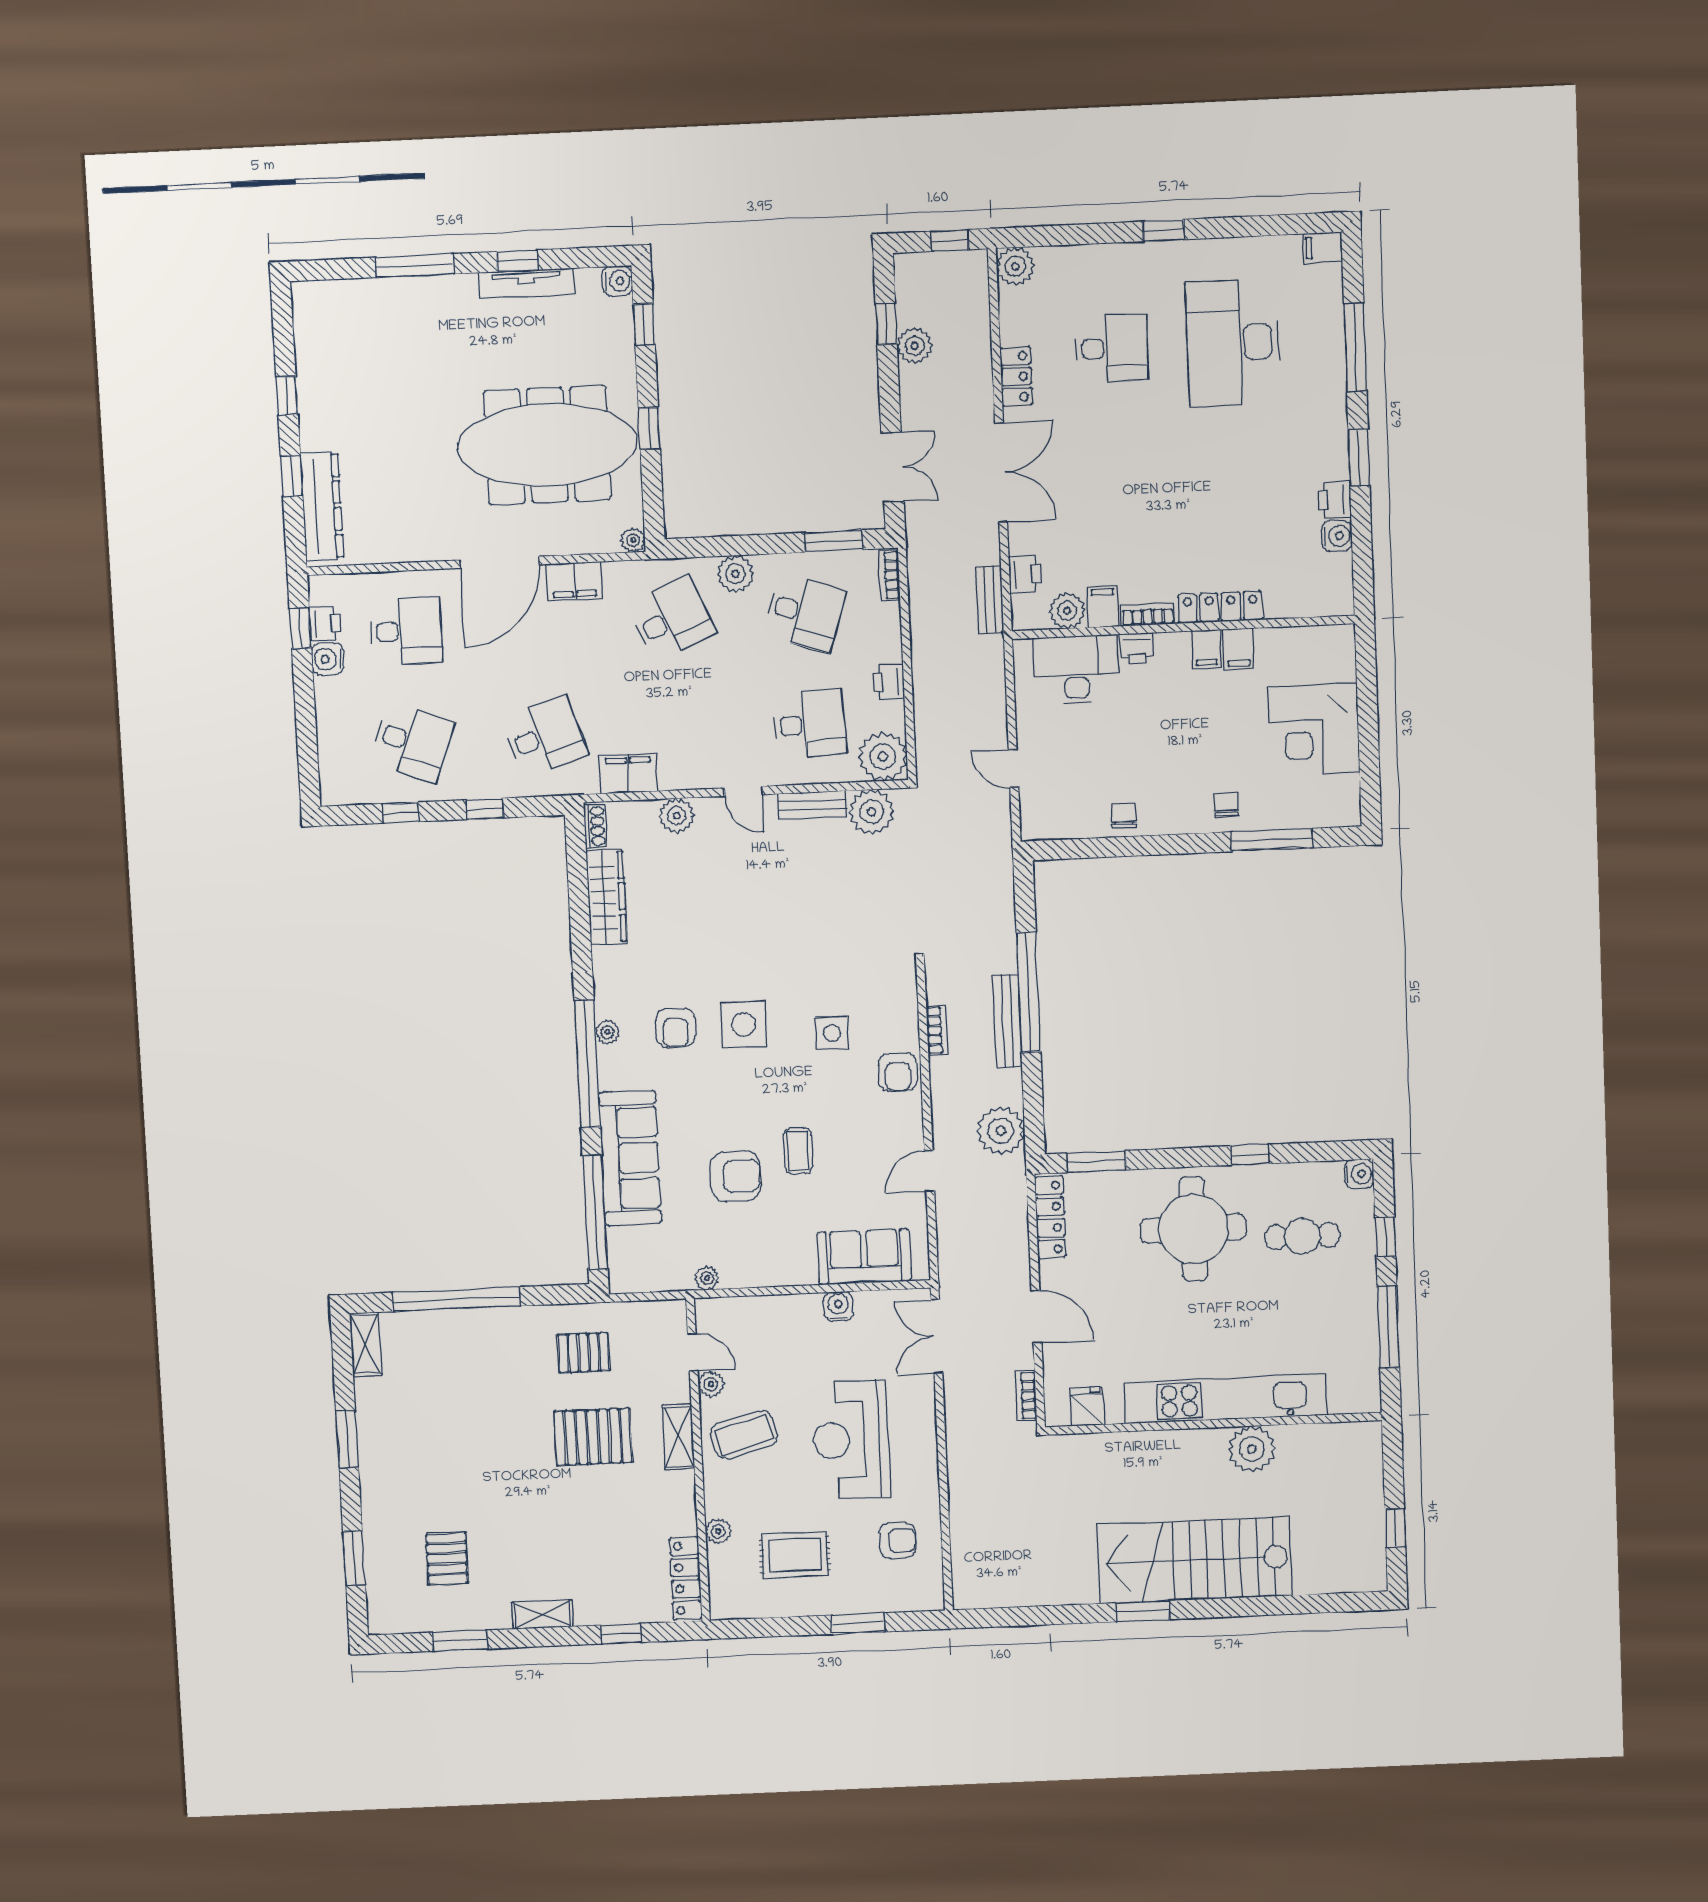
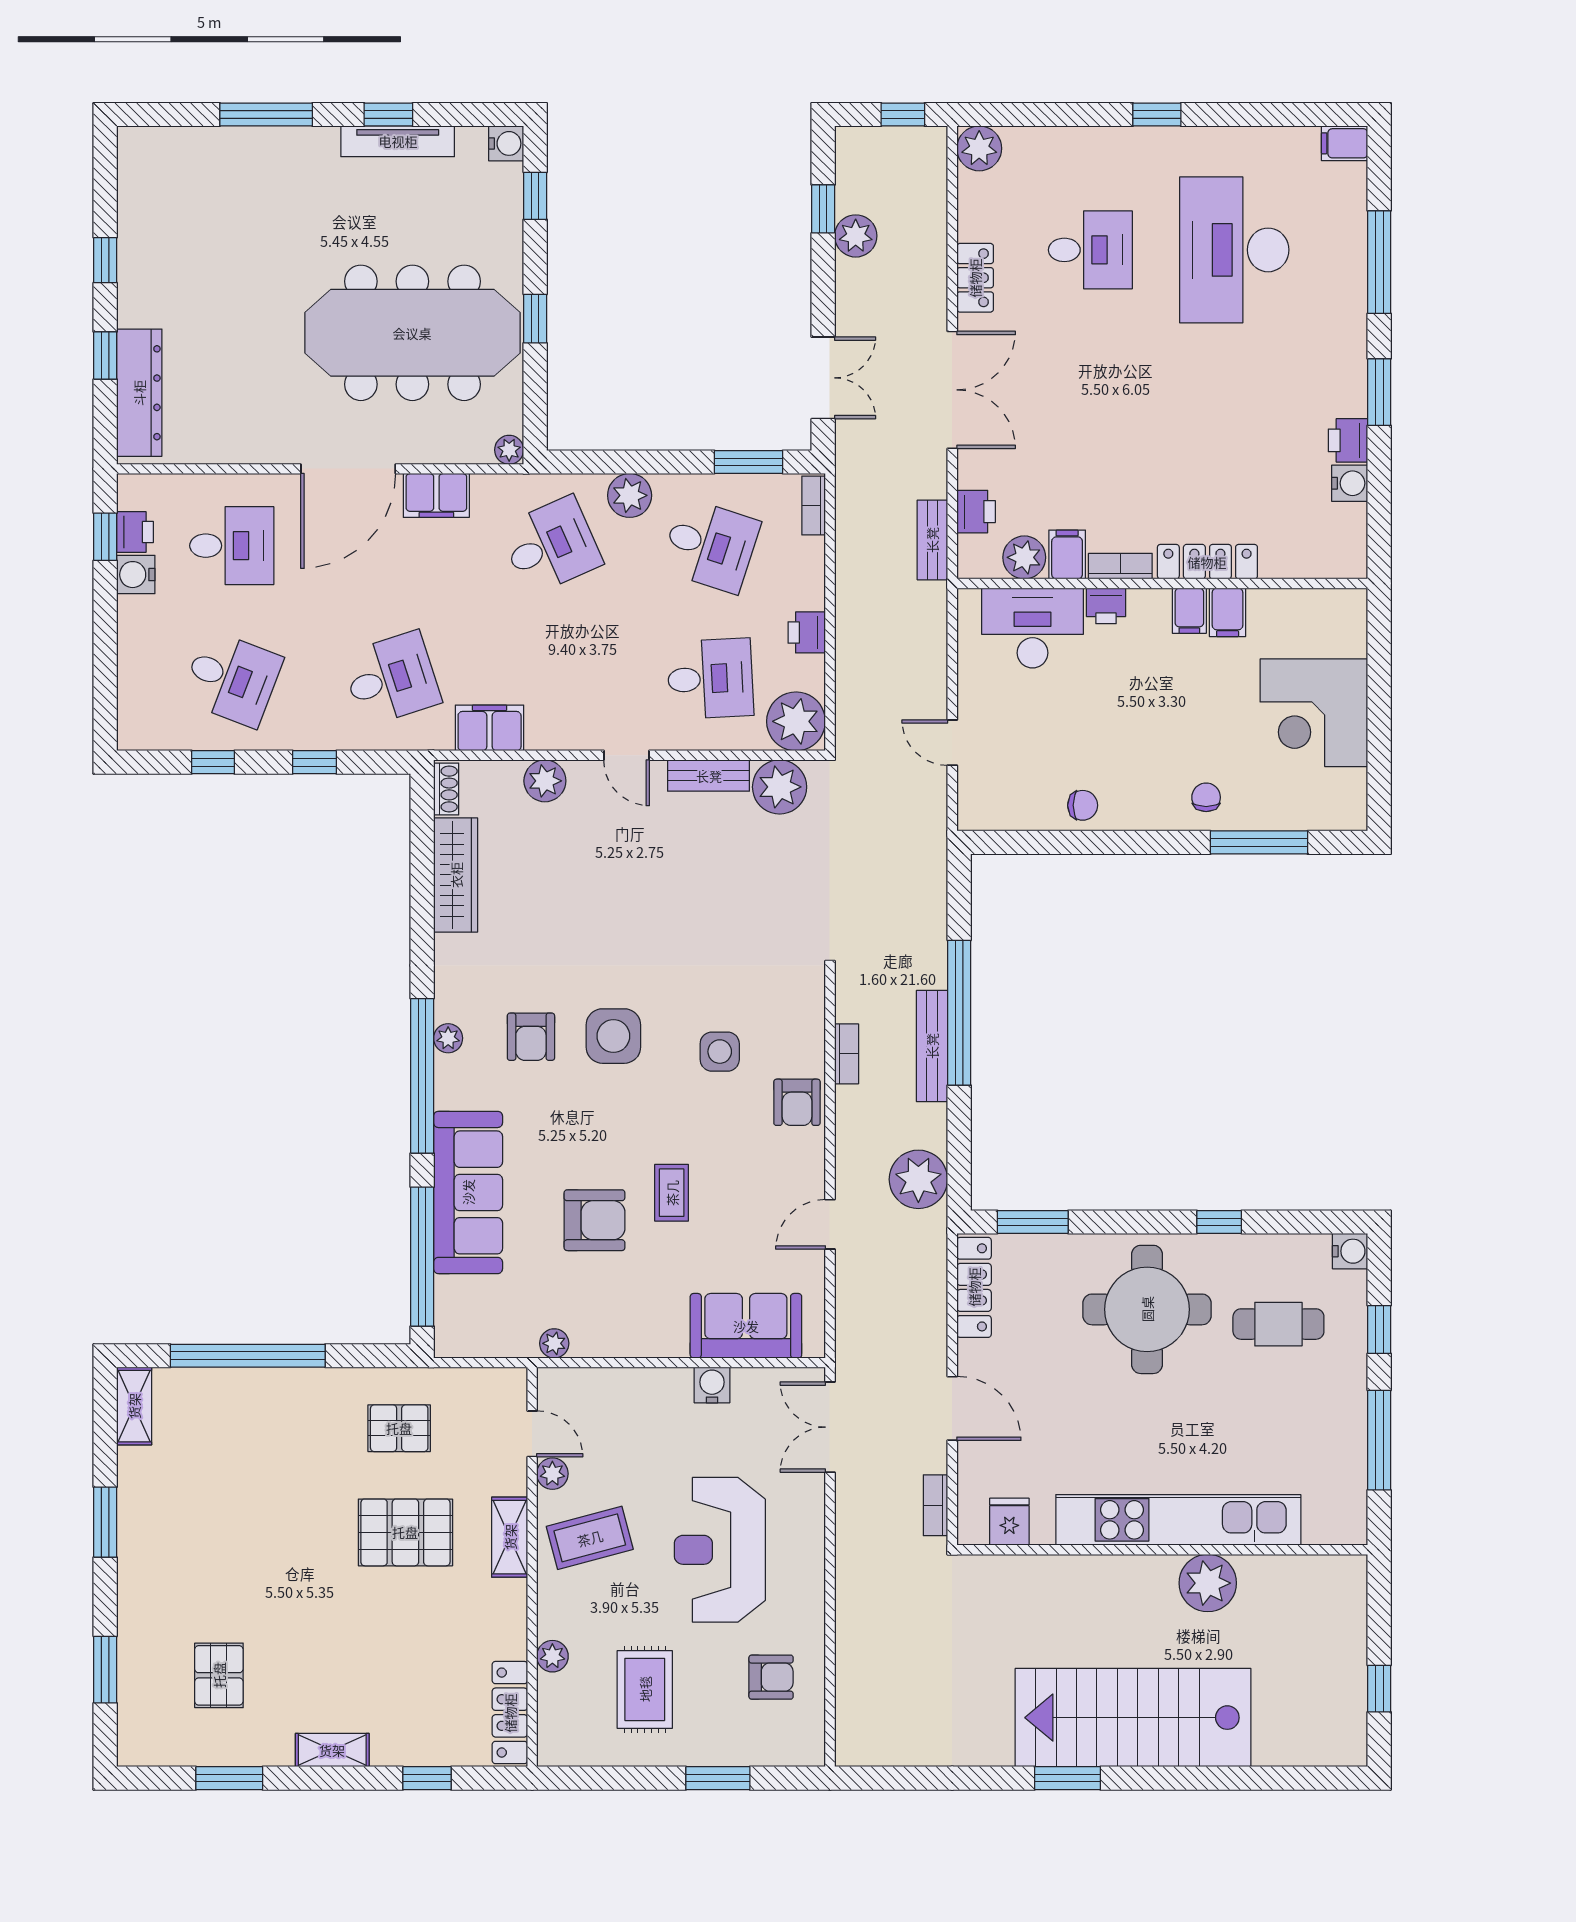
chair: (1124, 816) -> (1083, 805), turned 90
rug: (795, 1555) -> (645, 1689), turned 90

